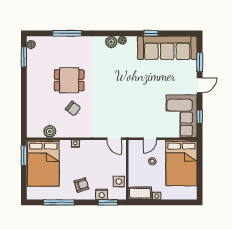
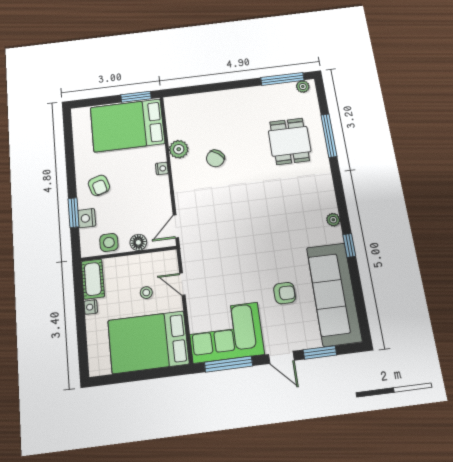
window: (151, 33) -> (349, 245), moved
plant: (111, 42) -> (328, 203), removed
window: (24, 57) -> (282, 79), width x1.44
armchair: (163, 78) -> (285, 293), added
dining table: (69, 80) -> (290, 141), moved
window: (200, 117) -> (229, 364), width x2.17
plant: (50, 131) -> (179, 149), moved
floor lamp: (121, 163) -> (138, 242), added
window: (59, 202) -> (70, 155), removed
window: (108, 202) -> (74, 213), moved

